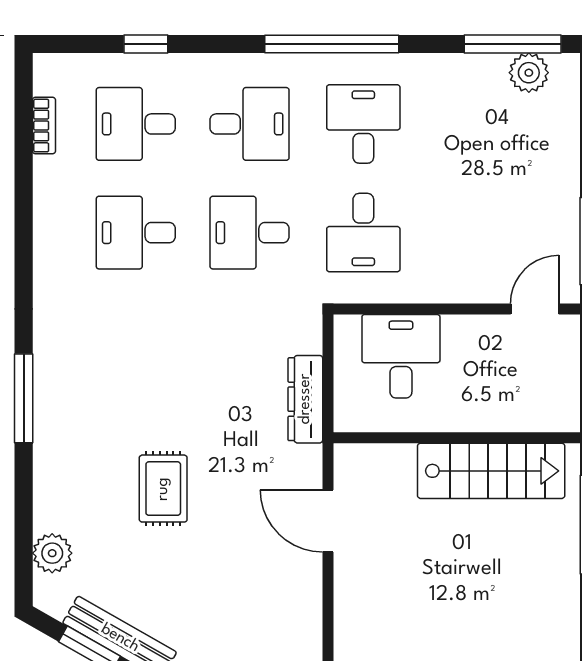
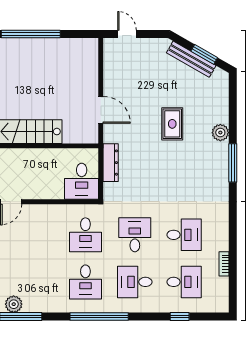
bookcase: (44, 126) -> (224, 264), moved
desk: (250, 233) -> (135, 235), turned -90
desk: (363, 233) -> (85, 235), turned 180
desk: (401, 356) -> (82, 181), moved
plant: (52, 553) -> (220, 133), moved

